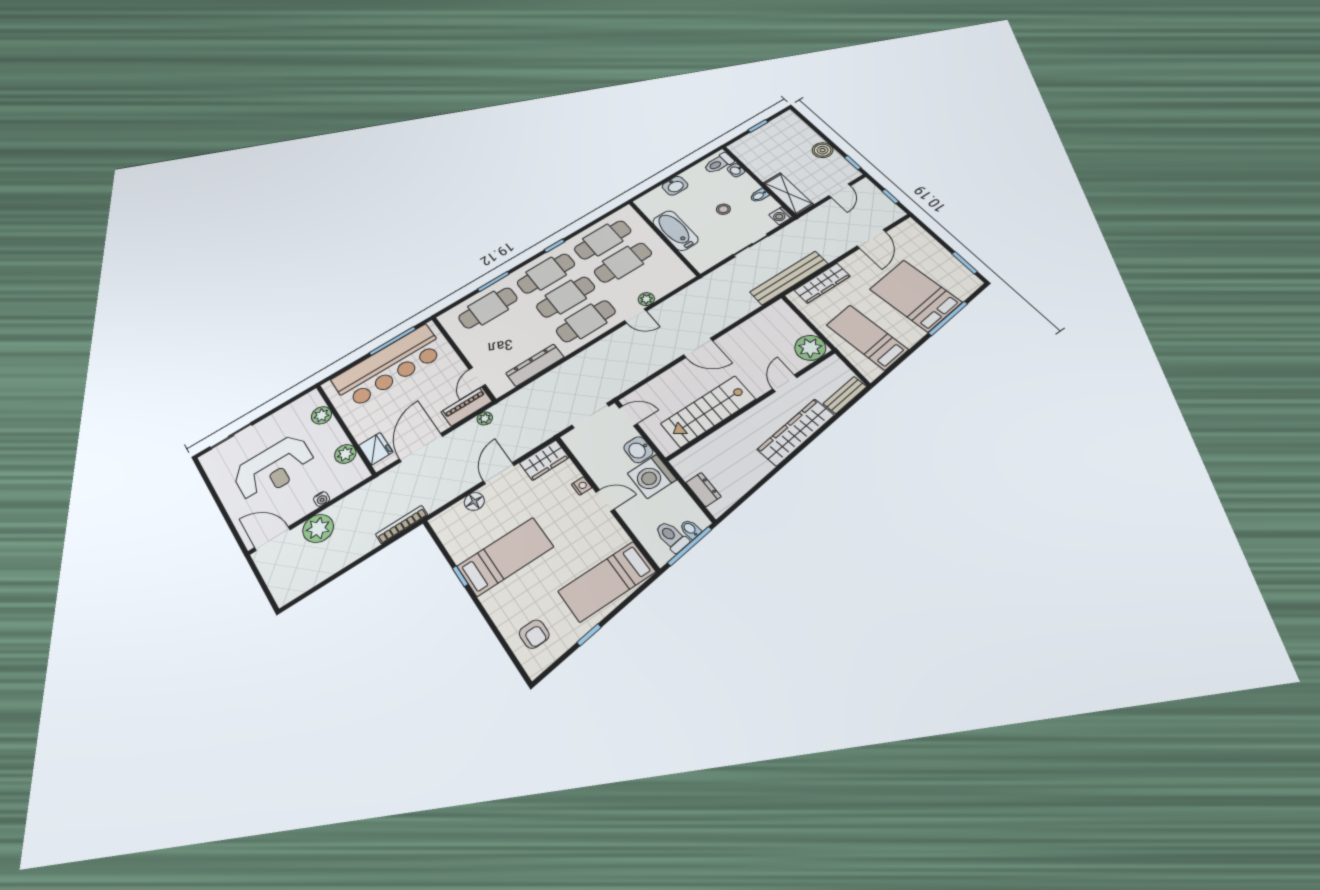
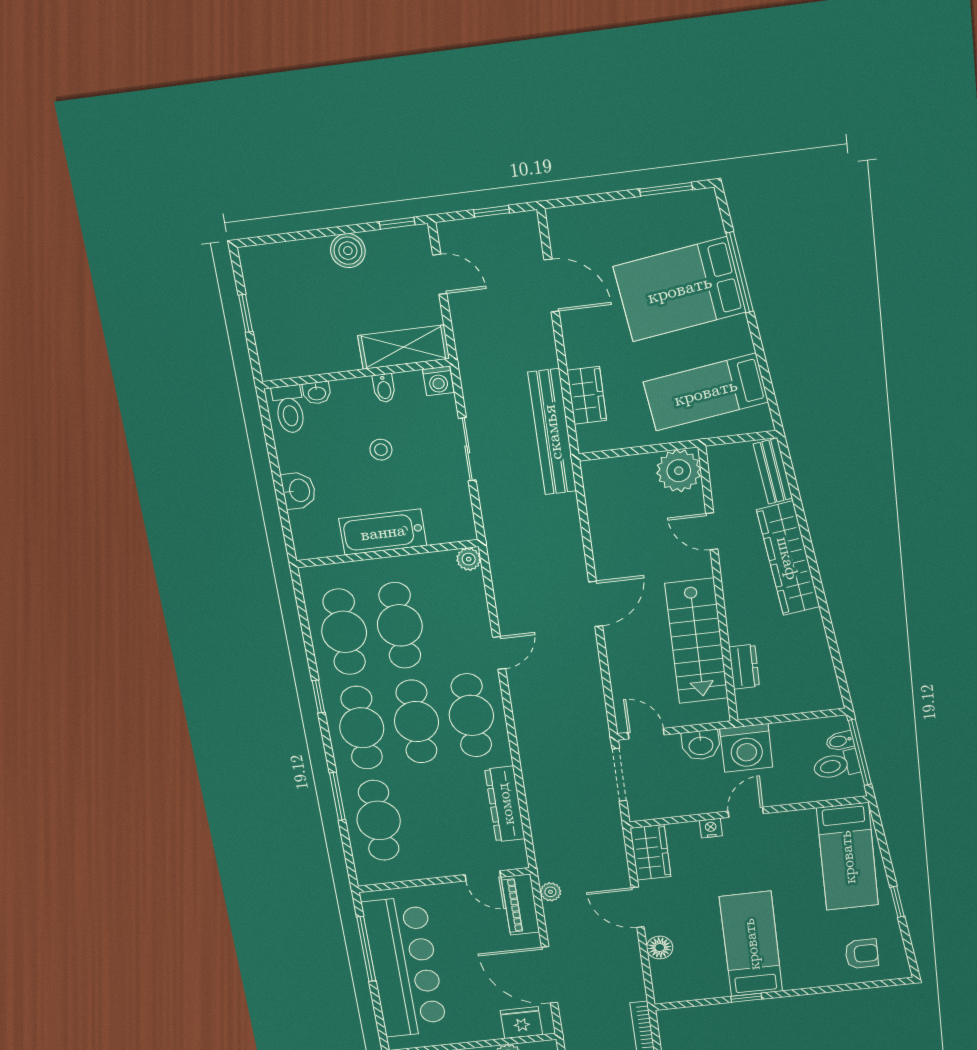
wardrobe: (822, 283) -> (587, 395), width x0.67
plant: (646, 299) -> (469, 559), moved
door: (628, 416) -> (646, 734), hinge flipped
dresser: (703, 490) -> (744, 667), moved, turned 90

